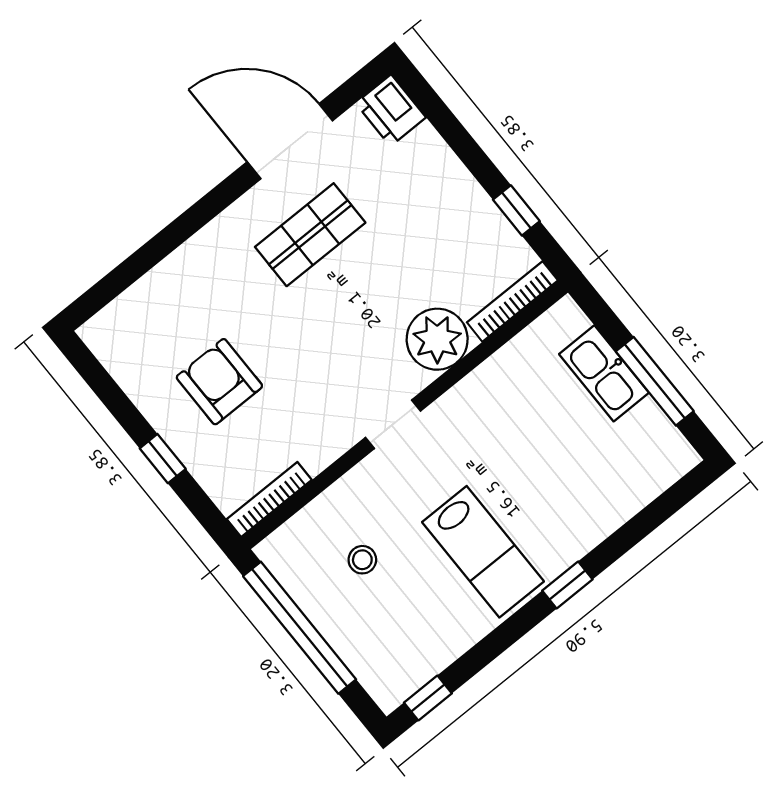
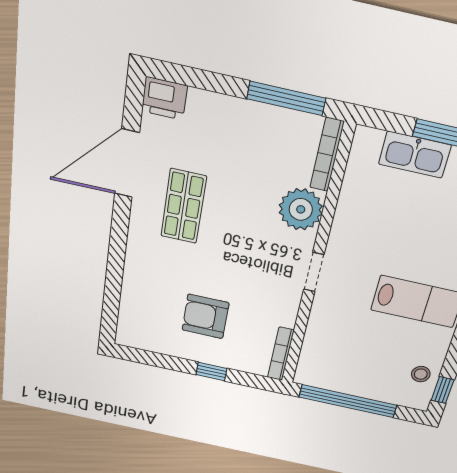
window: (516, 210) -> (286, 98), width x2.17
stool: (362, 560) -> (421, 374), moved

